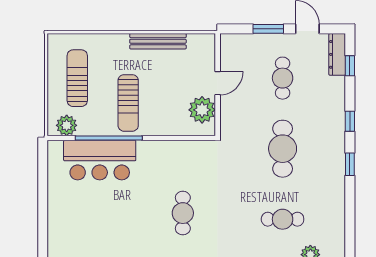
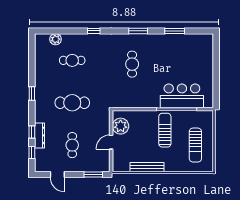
window: (268, 29) -> (93, 175), moved
dresser: (337, 54) -> (39, 135), moved
window: (350, 121) -> (32, 132), moved
plant: (67, 125) -> (202, 117), removed
cafe table: (283, 149) -> (72, 103), turned 90

